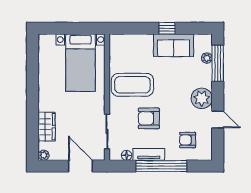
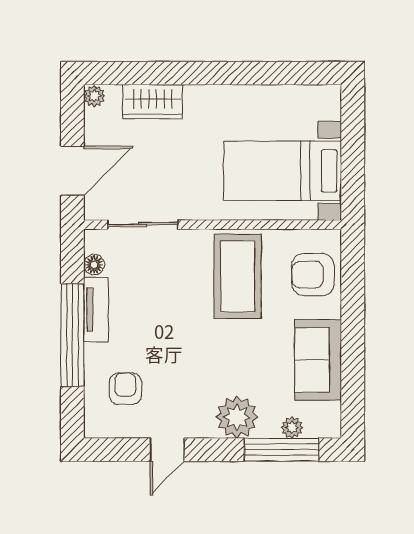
window: (167, 28) -> (353, 346), removed
plant: (202, 98) -> (237, 417), moved
armchair: (149, 118) -> (313, 275), moved, turned -90

